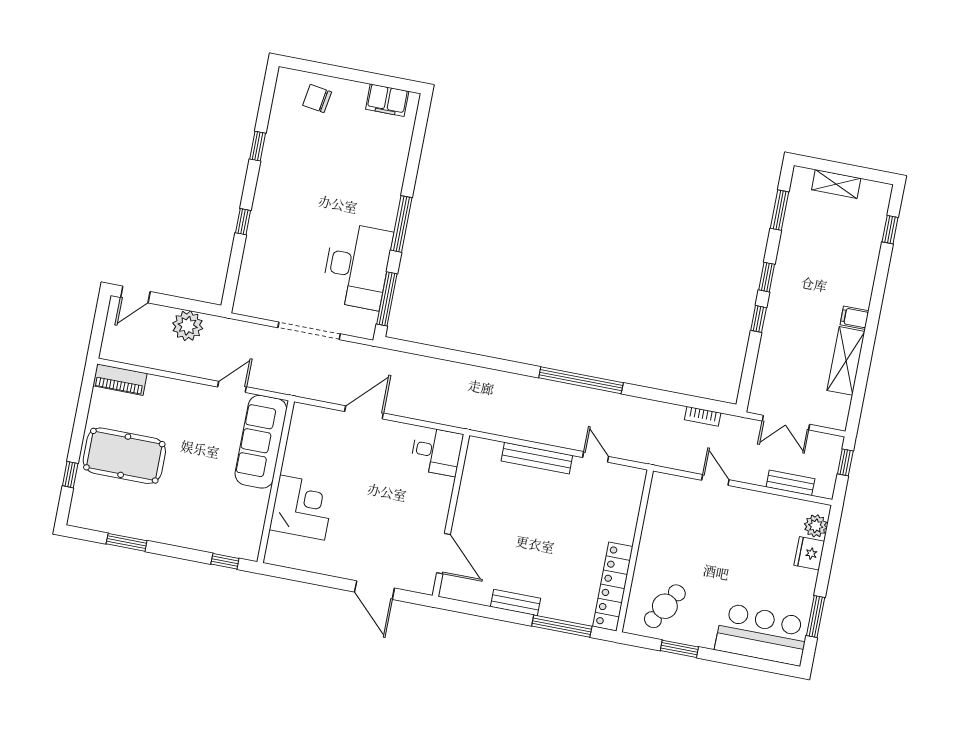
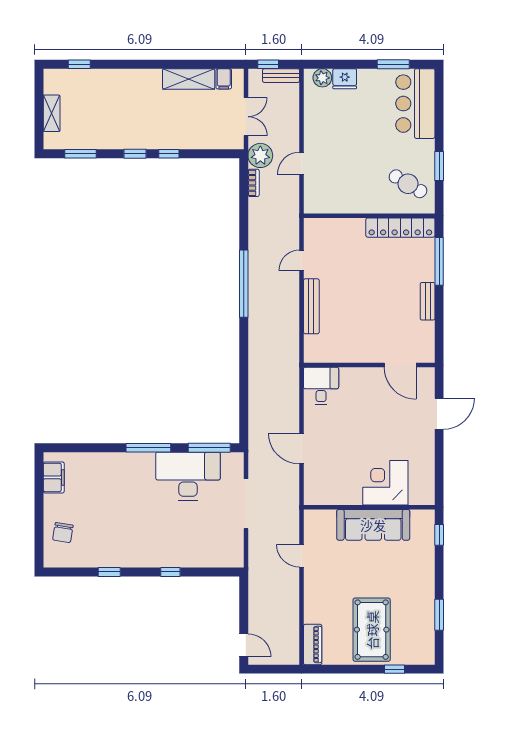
filing cabinet: (854, 318) -> (224, 79), moved
plant: (188, 326) -> (260, 155), moved
sofa: (261, 442) -> (373, 525), moved
bench: (790, 483) -> (281, 76), moved, turned 90
door: (444, 554) -> (400, 365), swing flipped

